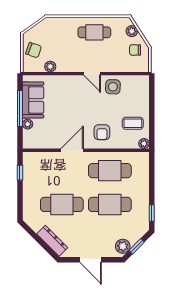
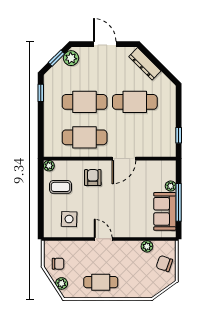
side table: (113, 87) -> (69, 219), moved

